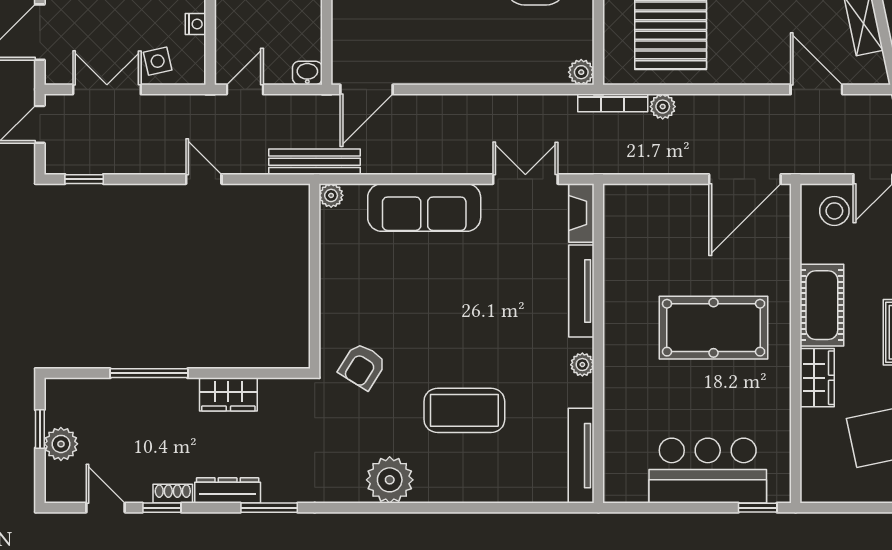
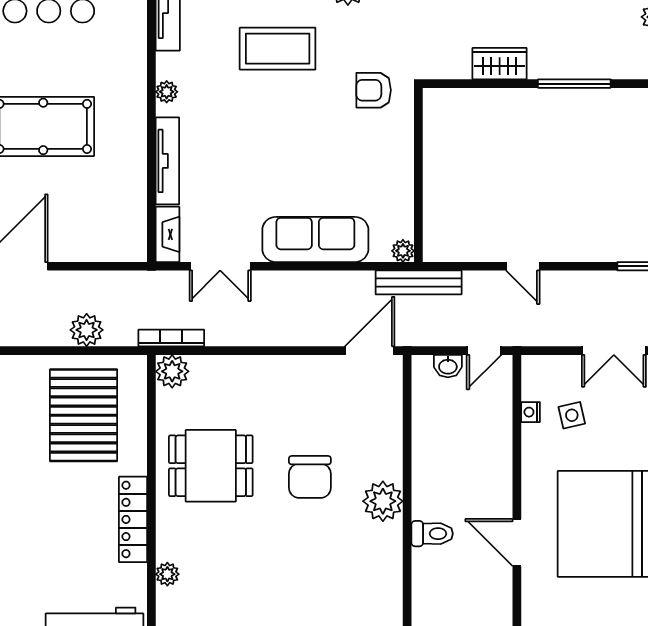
side table: (158, 61) -> (572, 415), moved
plant: (581, 72) -> (172, 371), width x1.38, depth x1.38
washbasin: (307, 73) -> (448, 366), moved
bookcase: (613, 103) -> (171, 338), moved
plant: (663, 107) -> (87, 330), width x1.38, depth x1.38
armchair: (362, 366) -> (374, 90), turned -122

